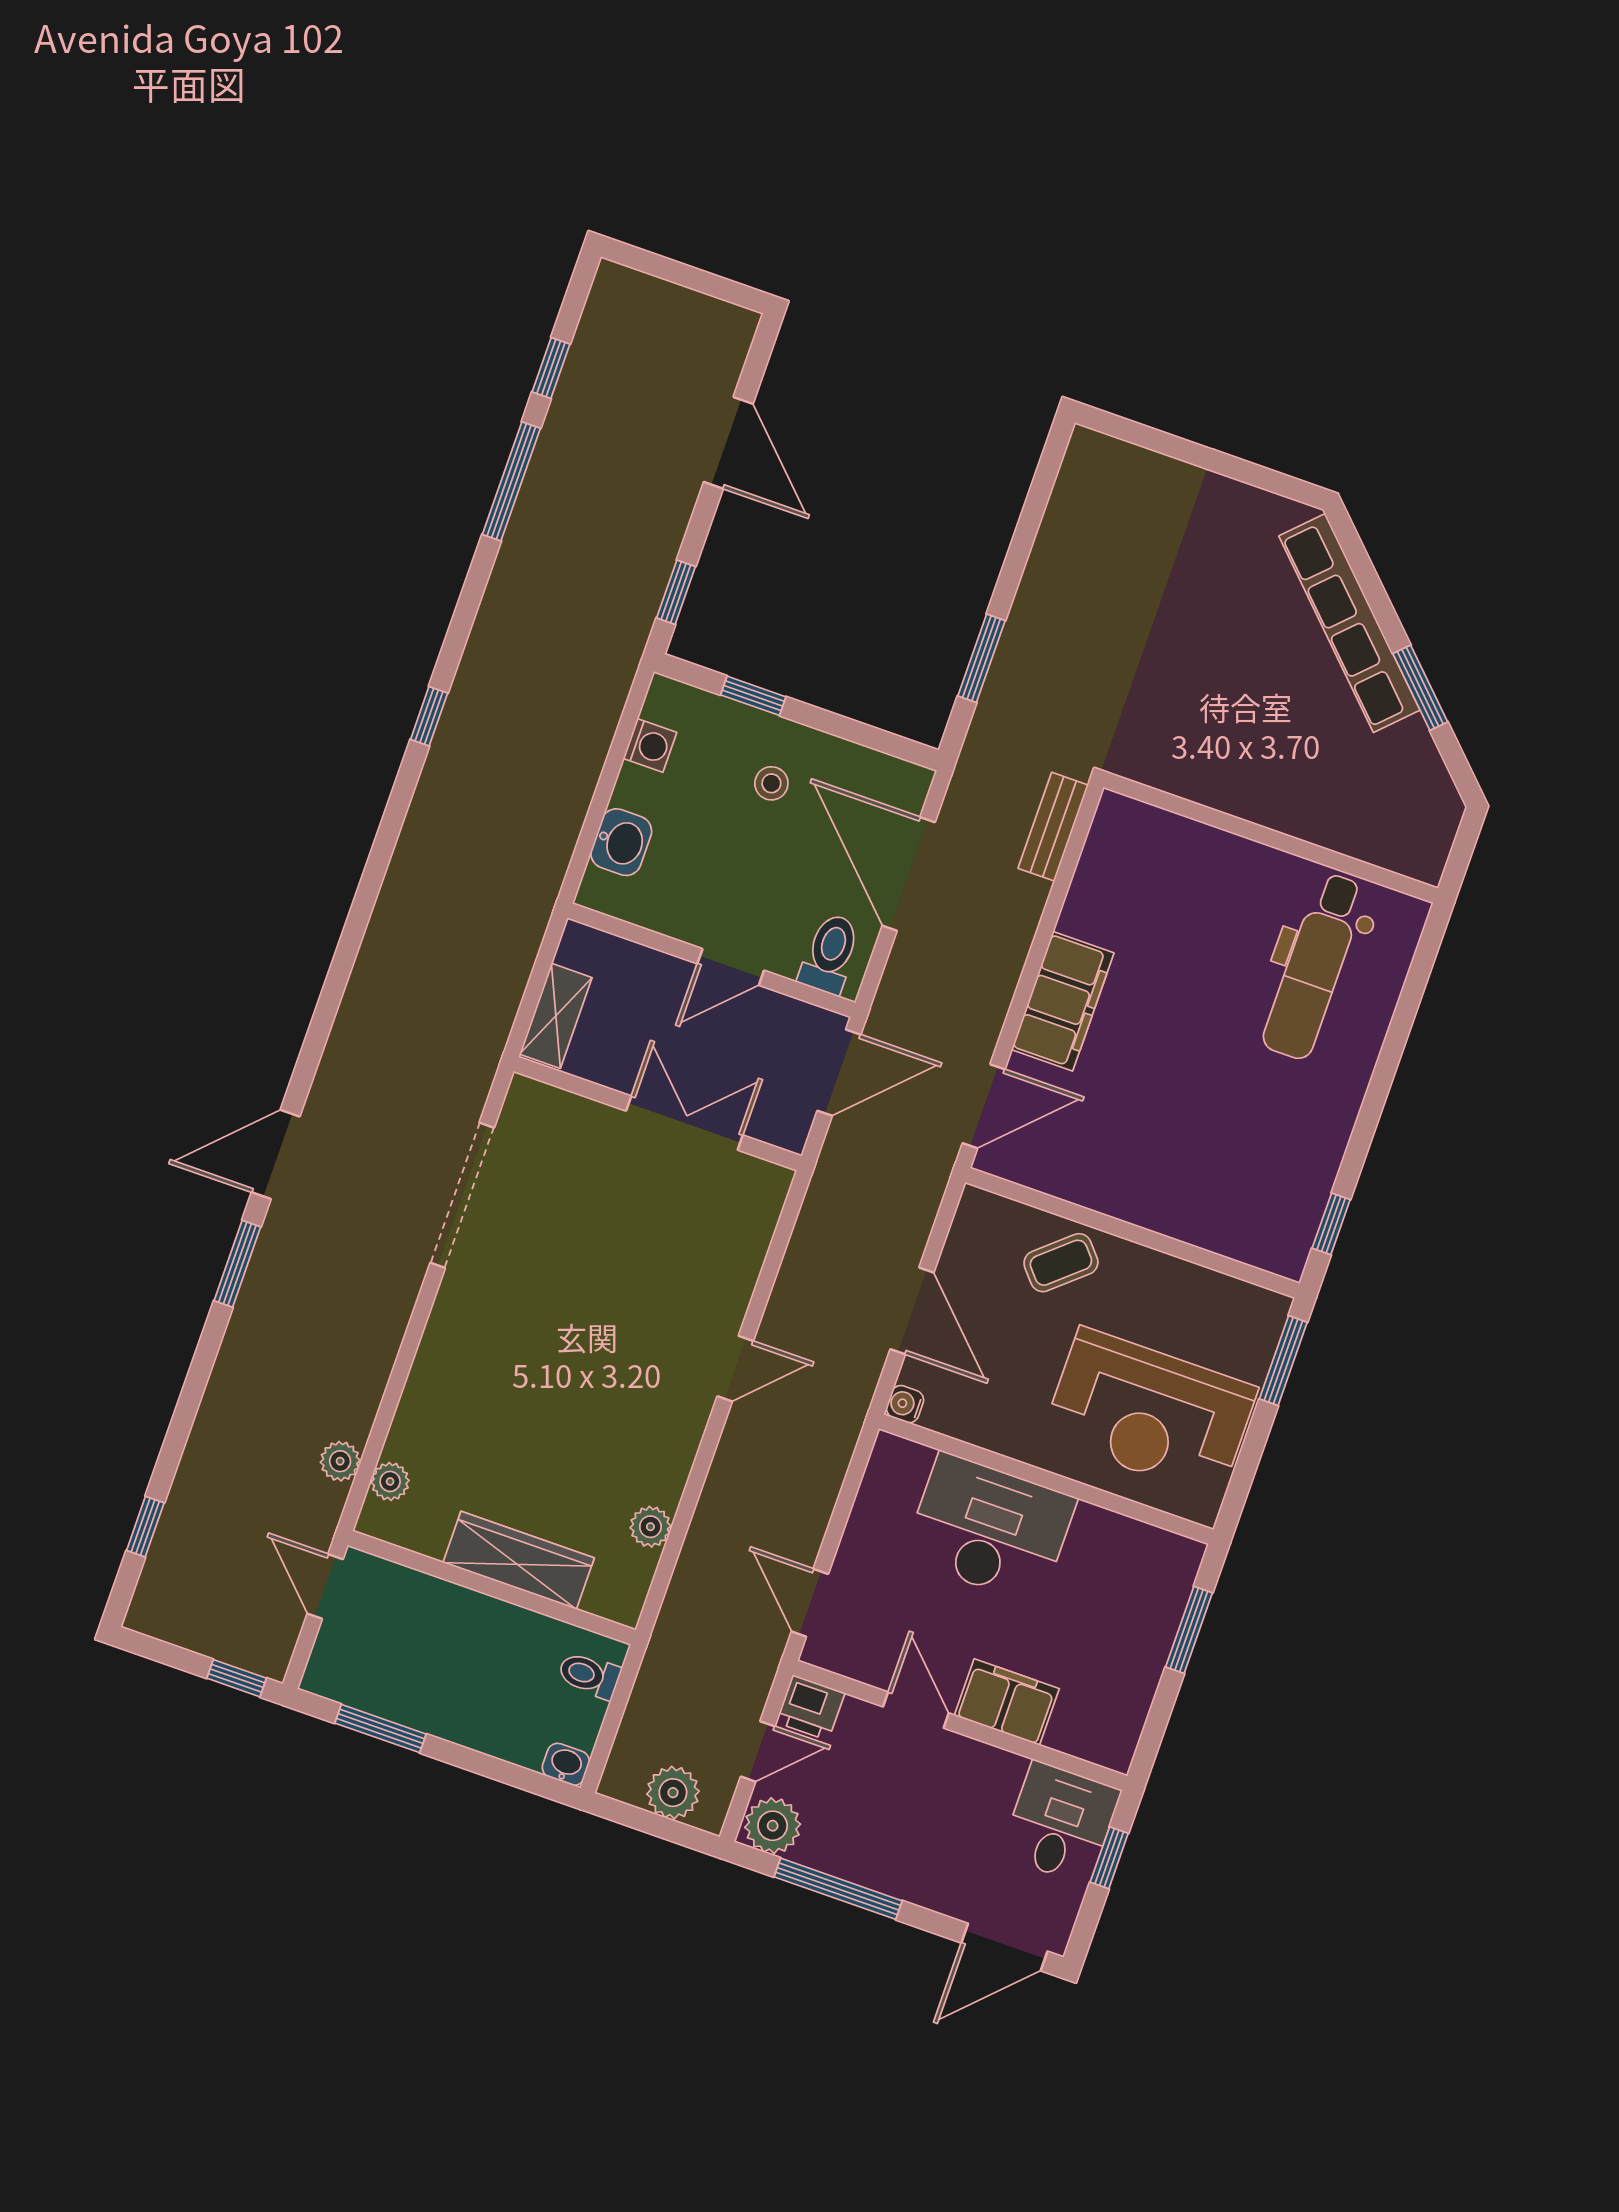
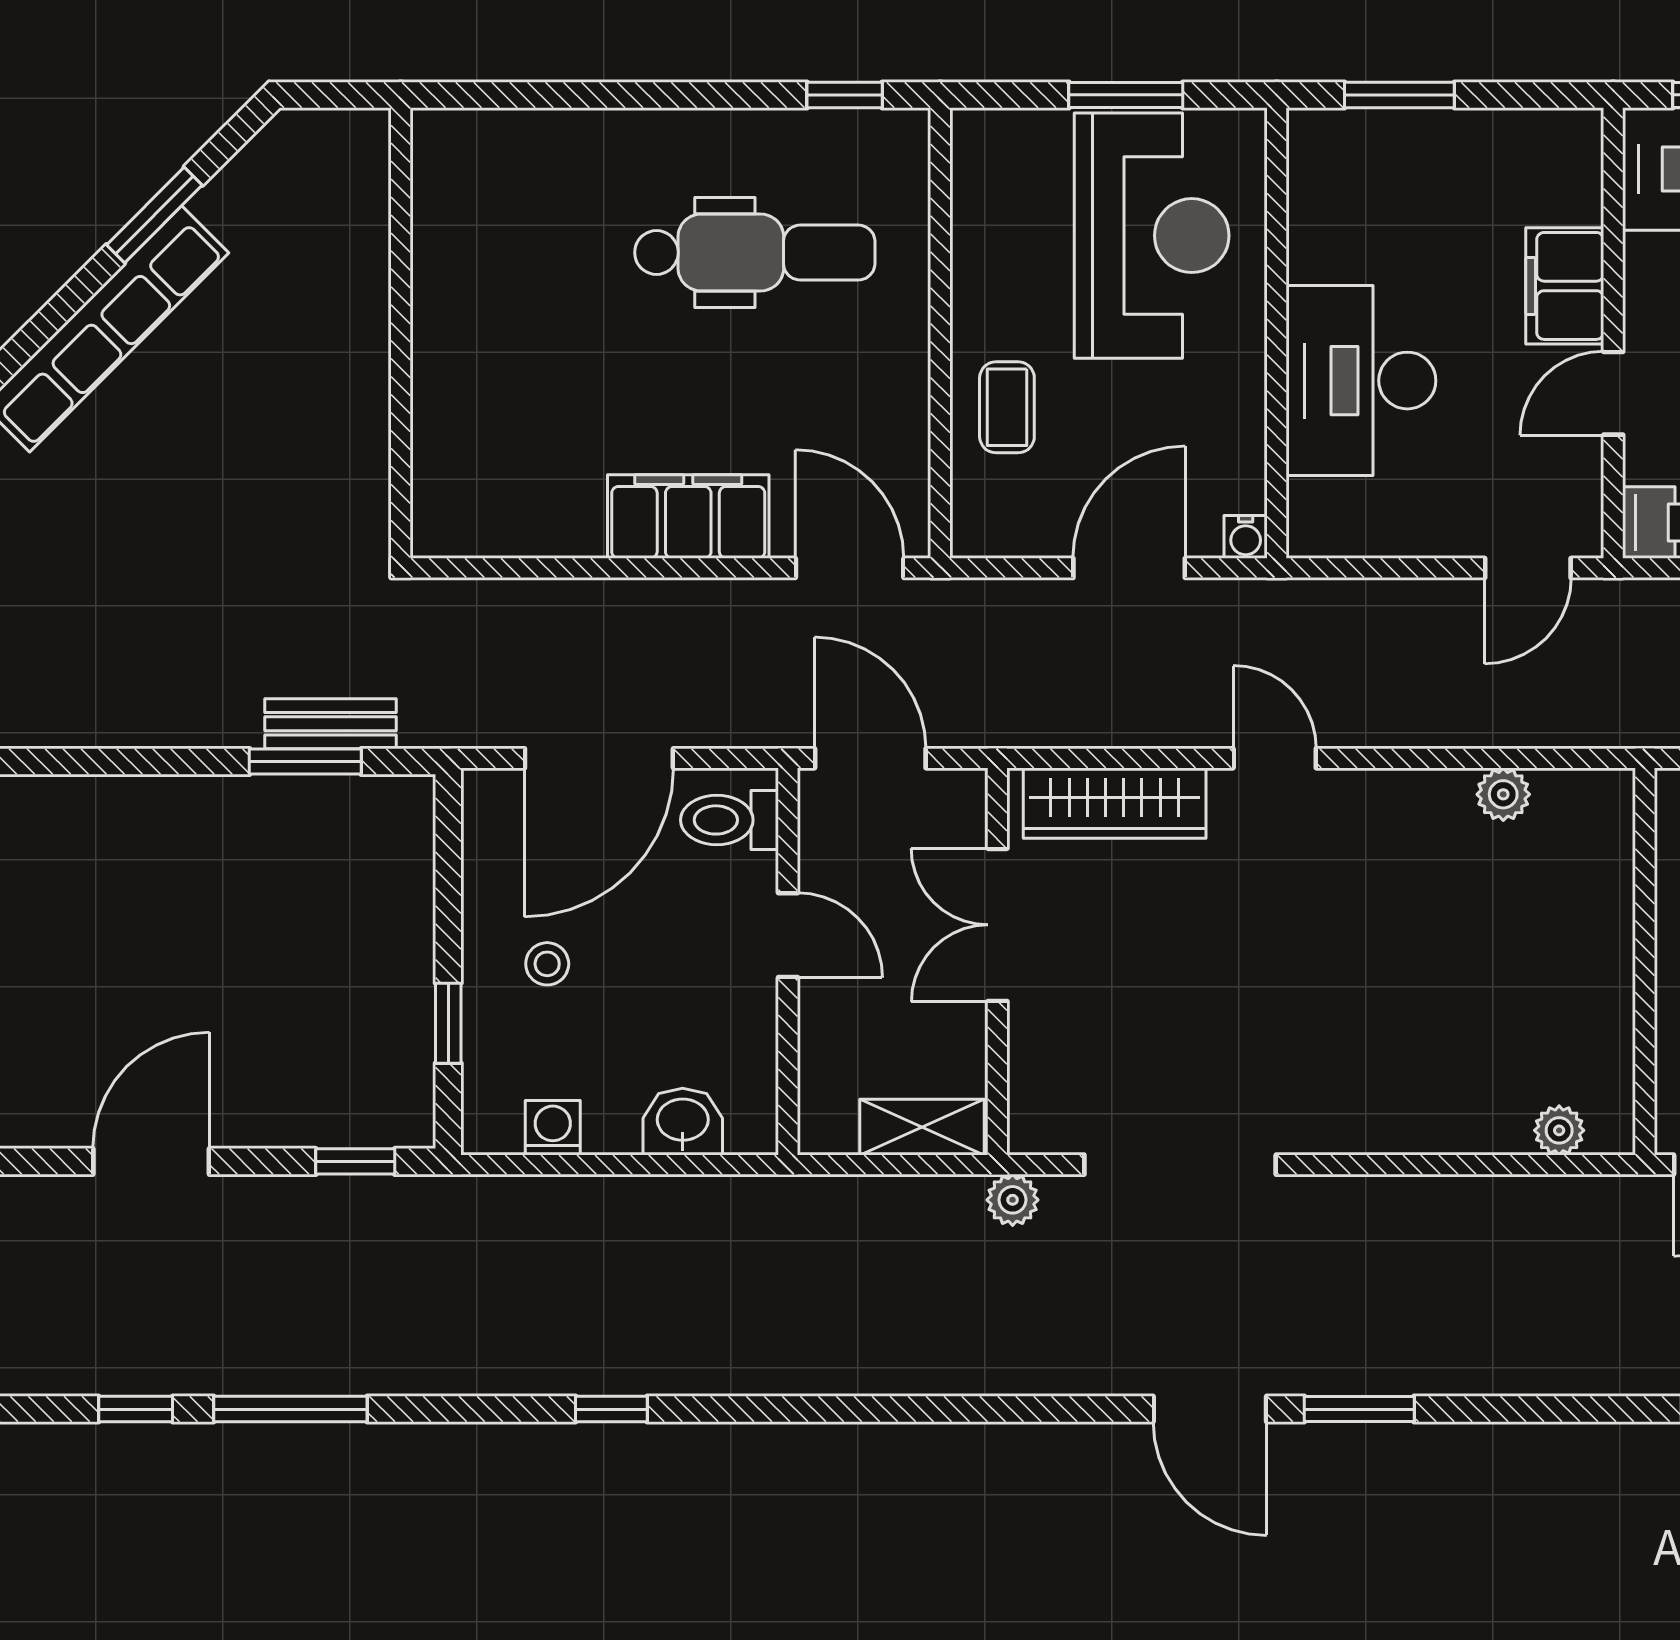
bench: (1053, 827) -> (331, 724), moved
dental chair: (1314, 966) -> (755, 253), moved
coffee table: (1061, 1263) -> (1007, 407), turned 41
window: (1283, 1361) -> (1126, 95), moved
plant: (340, 1461) -> (1013, 1200), moved
wardrobe: (519, 1560) -> (1115, 803), moved, turned -90

